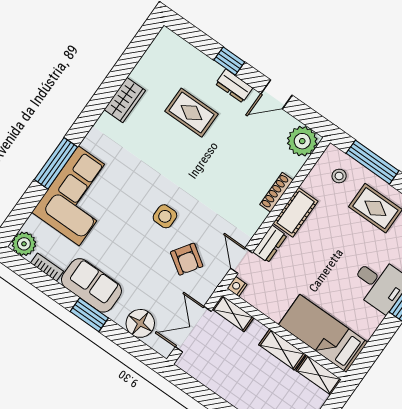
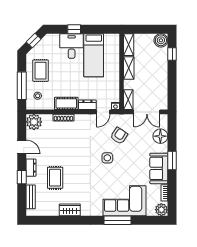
bench: (189, 53) -> (31, 197), added
bed: (323, 333) -> (94, 55), moved

